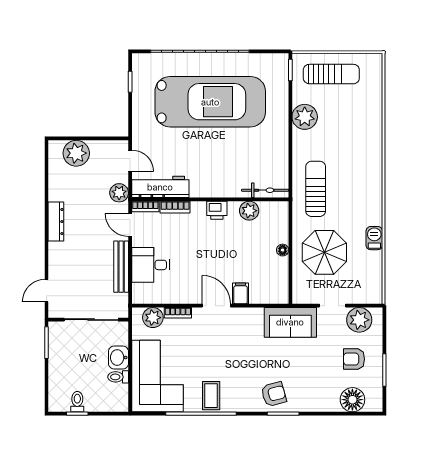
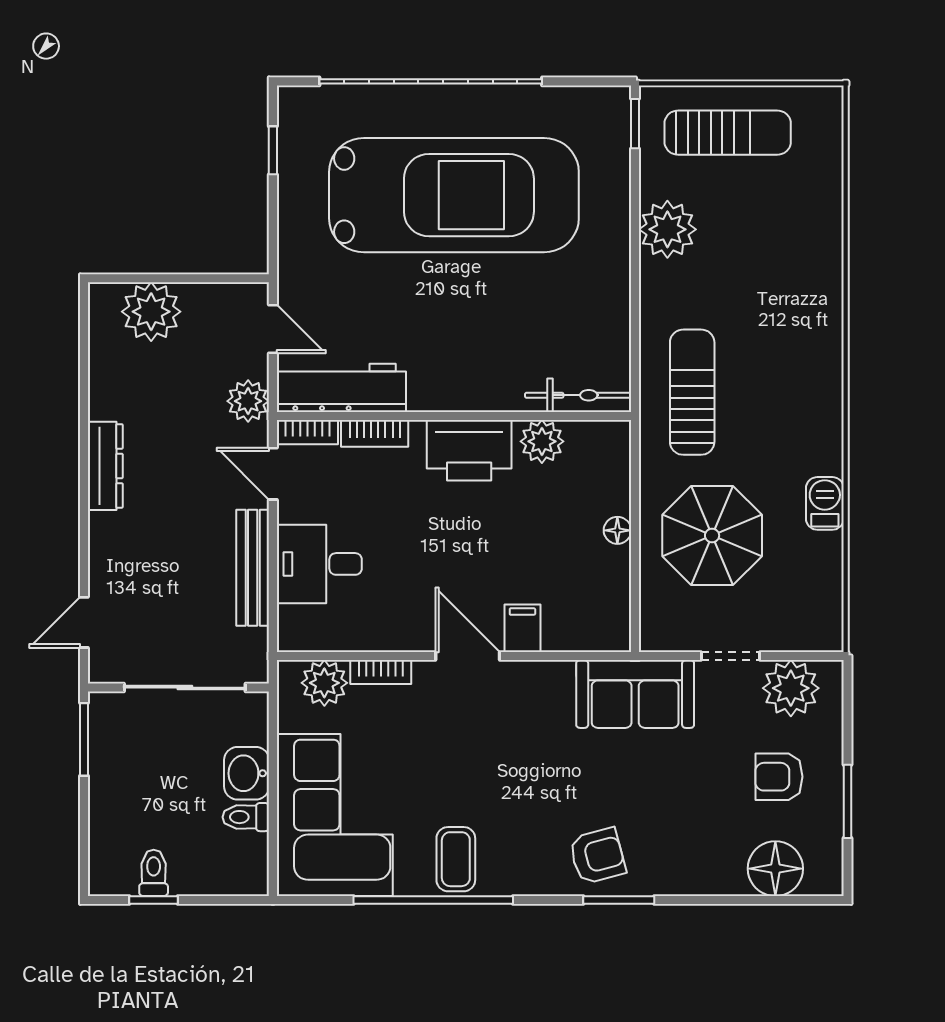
printer: (217, 210) -> (469, 450), width x1.87, depth x1.48

